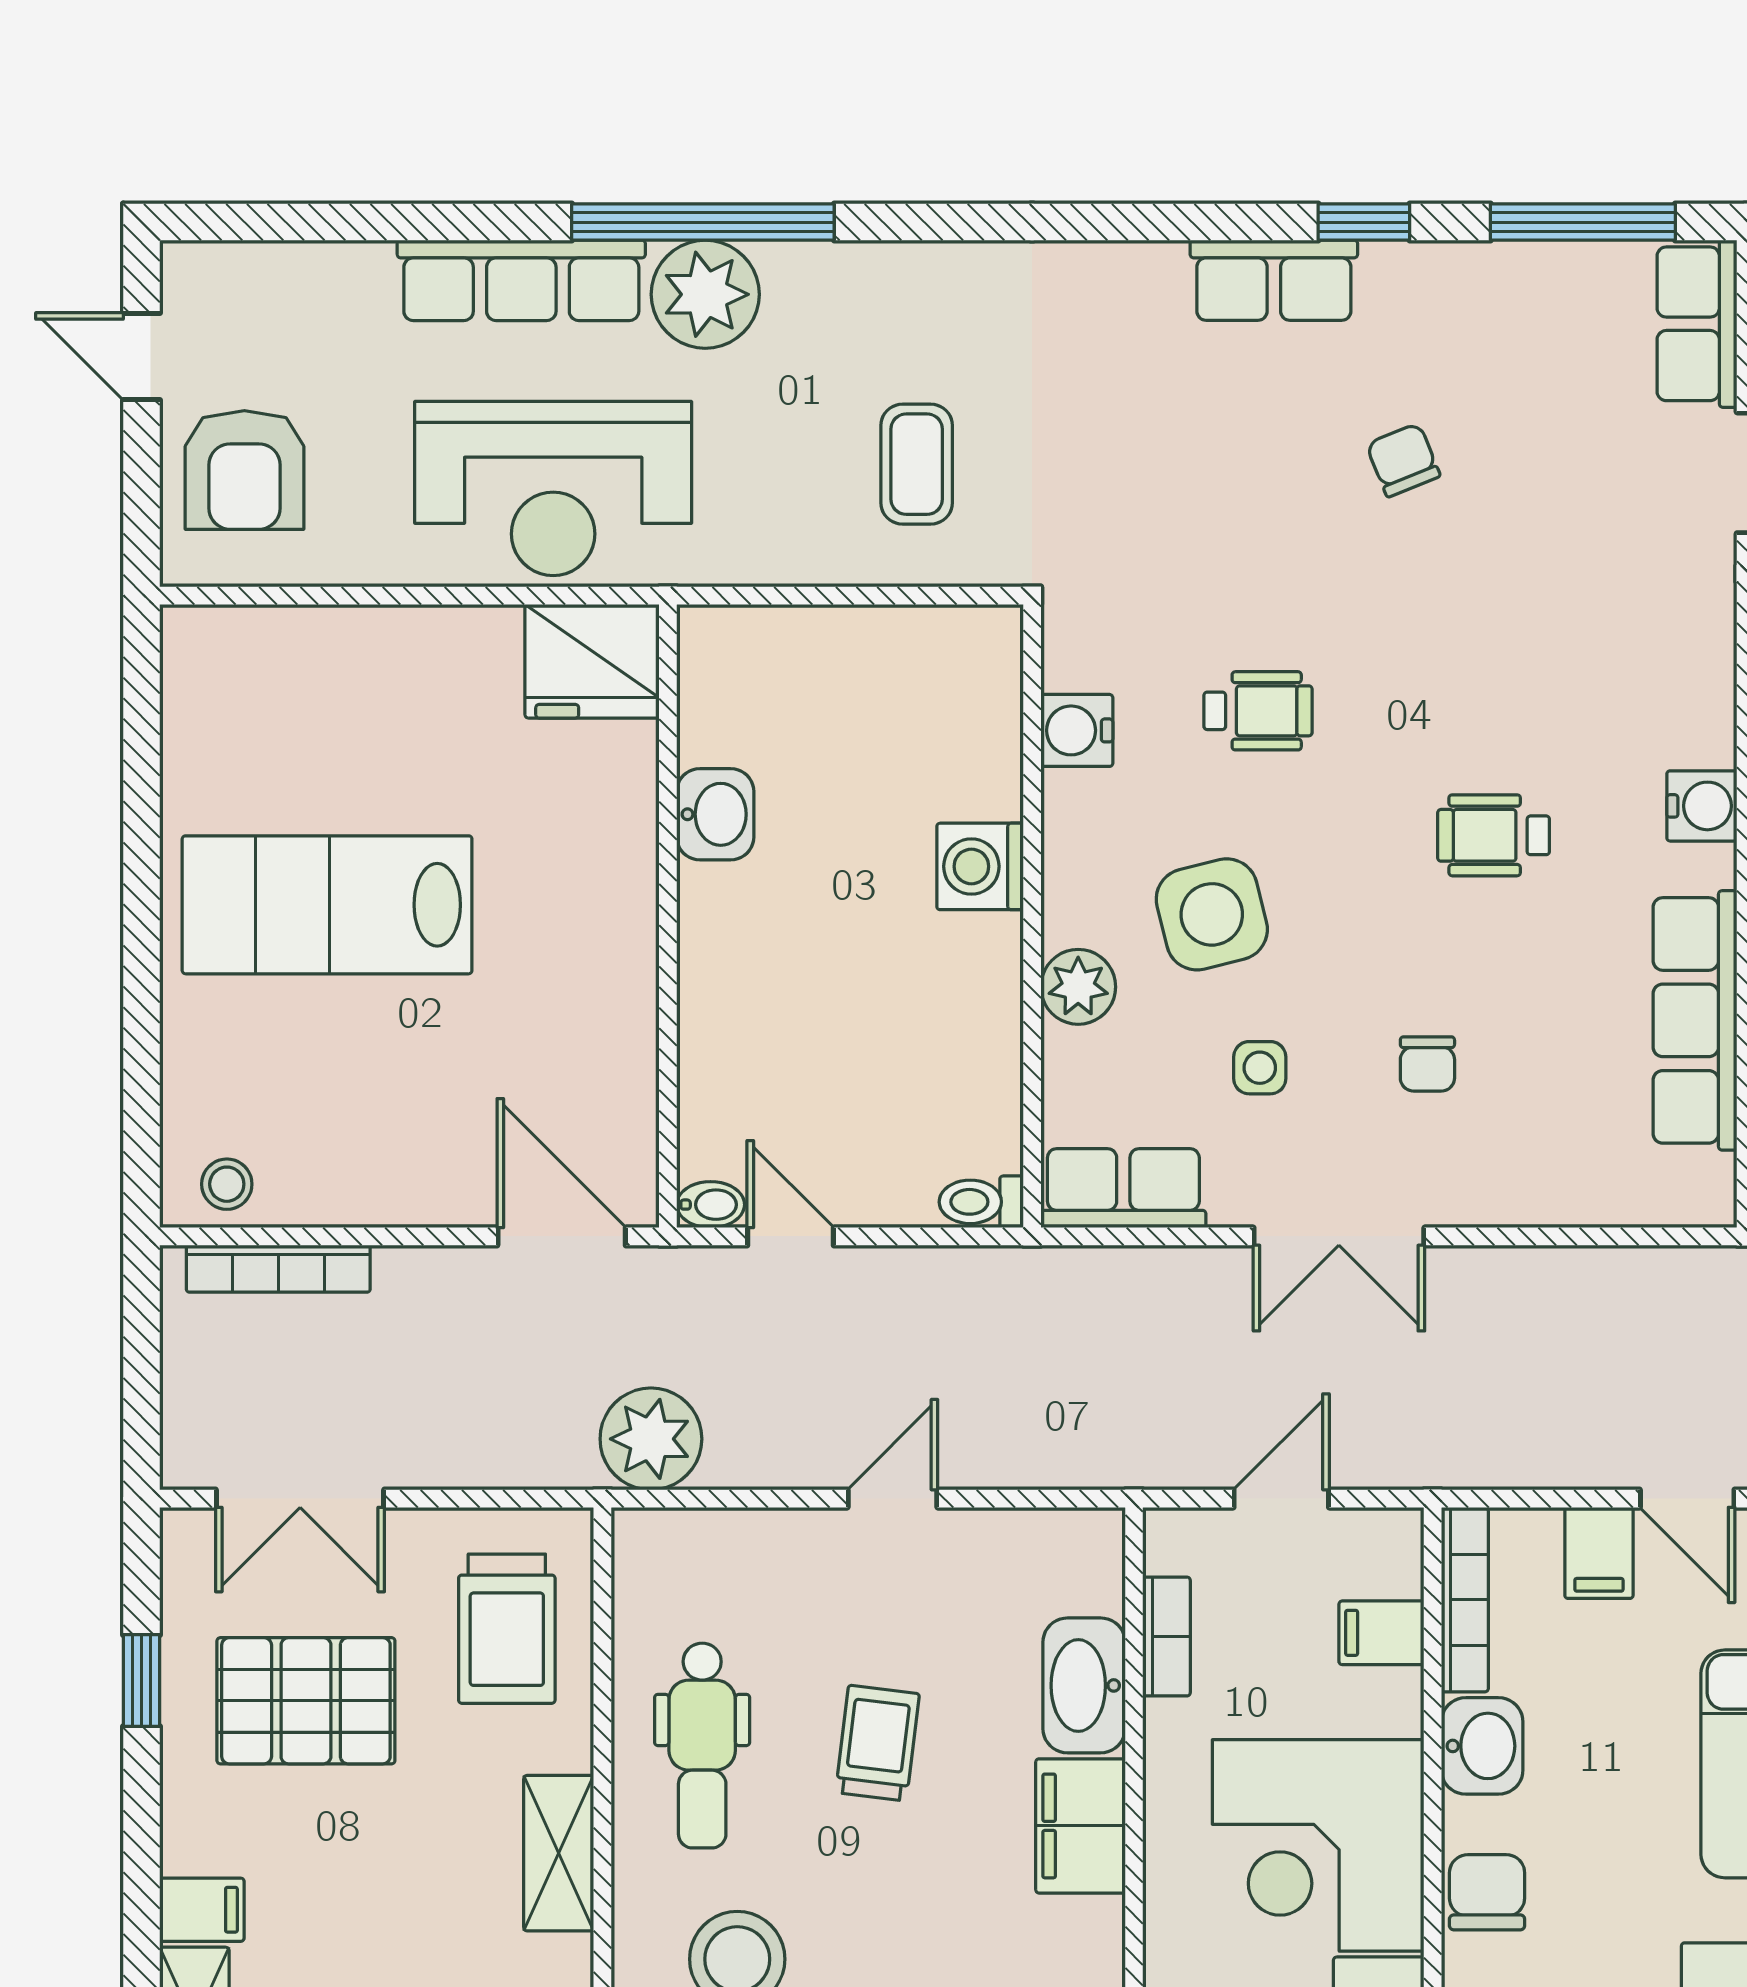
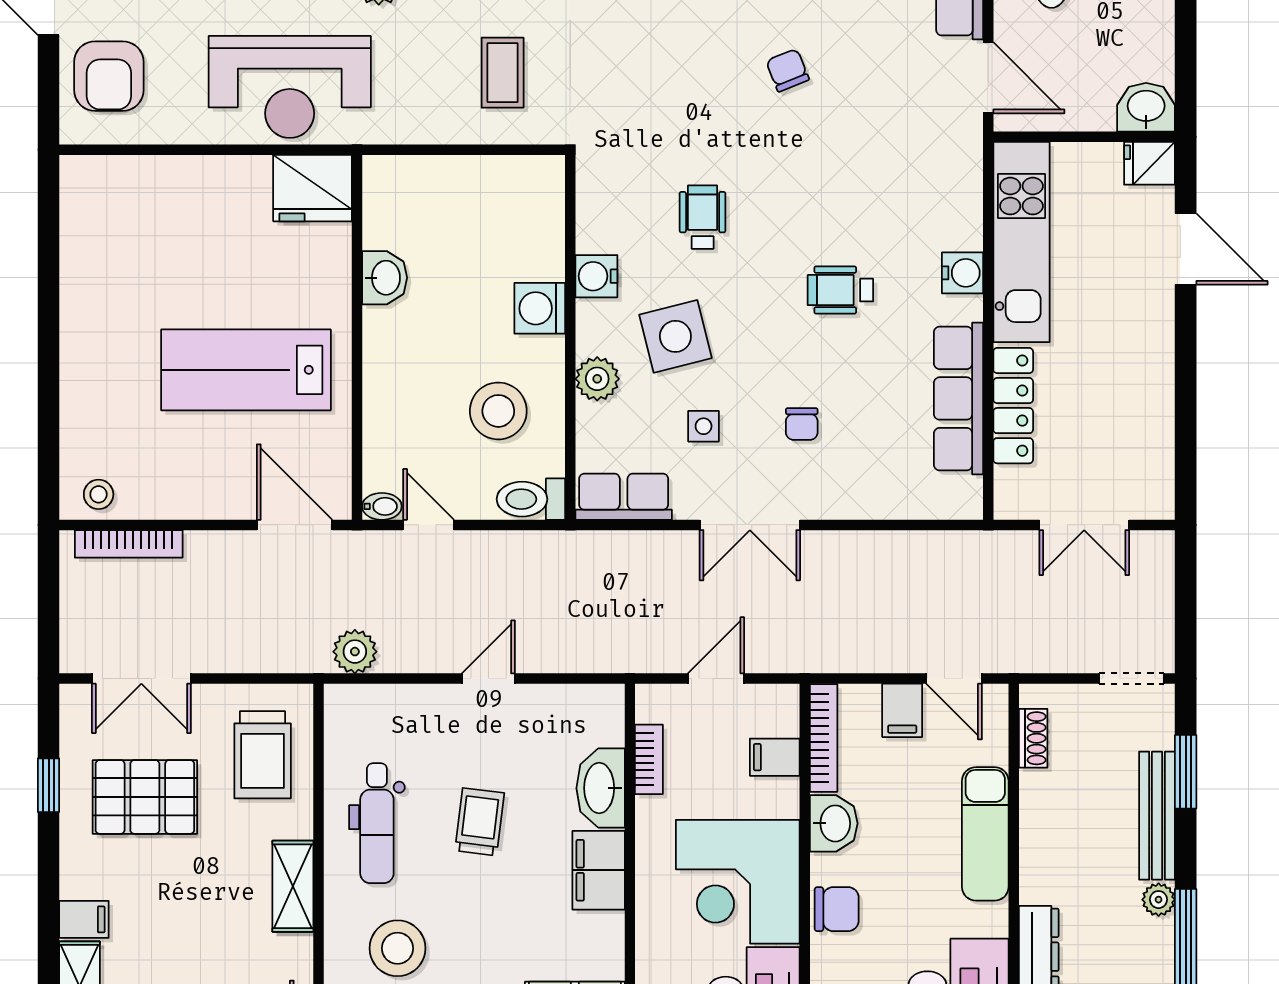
wheelchair: (1258, 711) -> (703, 217), turned -90
water cooler: (1077, 730) -> (596, 276), moved
lab bench: (327, 905) -> (246, 370), moved
stool: (909, 1042) -> (498, 411), added
toilet: (981, 1202) -> (531, 499), width x1.37, depth x1.39
plant: (651, 1439) -> (355, 652), width x0.73, depth x0.73
chair: (1487, 1892) -> (837, 909), turned 90

